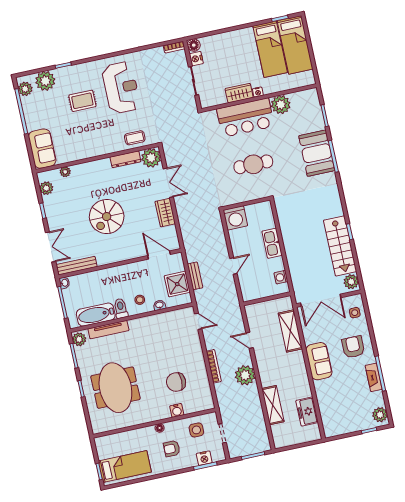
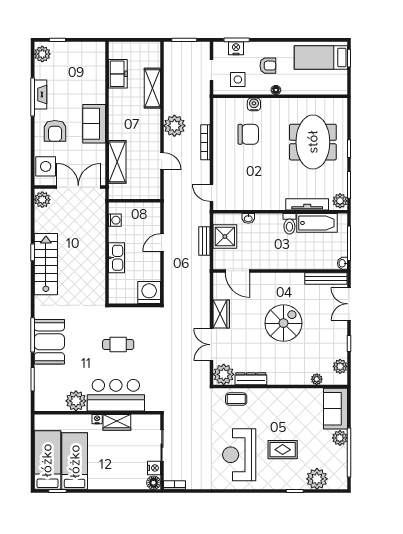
plant: (25, 89) -> (340, 438), moved
cafe table: (253, 164) -> (118, 345), width x0.73, depth x0.74
stairs: (340, 246) -> (46, 264), moved
stool: (140, 300) -> (268, 229), removed
side table: (355, 313) -> (46, 166), width x1.87, depth x1.87

